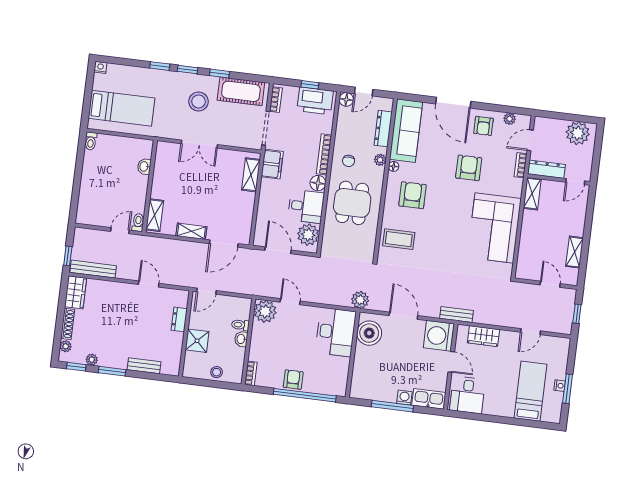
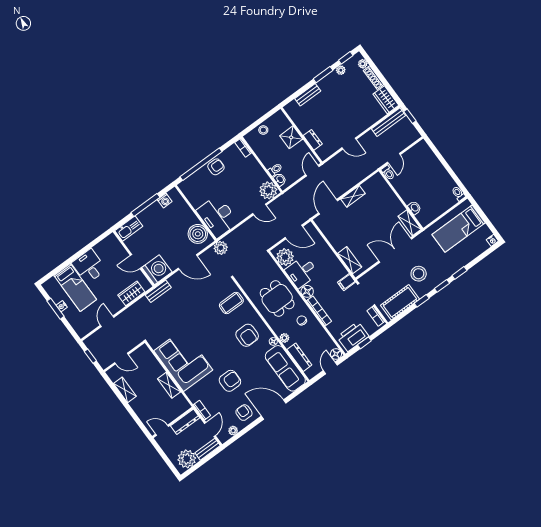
bench: (550, 124) -> (208, 449), added
double door: (199, 144) -> (395, 250), width x1.37
filing cabinet: (272, 164) -> (346, 282), width x0.50
armchair: (469, 168) -> (230, 381), turned -90
door: (575, 182) -> (162, 430), hinge flipped
shelving: (532, 194) -> (169, 385), moved
shelving: (155, 215) -> (410, 223), moved
washbasin: (241, 339) -> (280, 179), moved
armchair: (293, 380) -> (216, 167), turned -90
desk: (467, 395) -> (89, 266), moved
washing machine: (404, 398) -> (165, 201), moved

